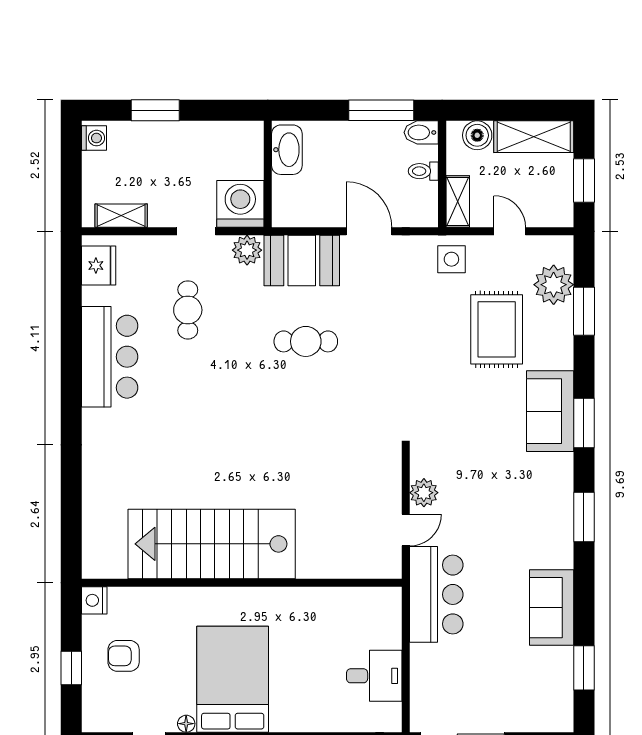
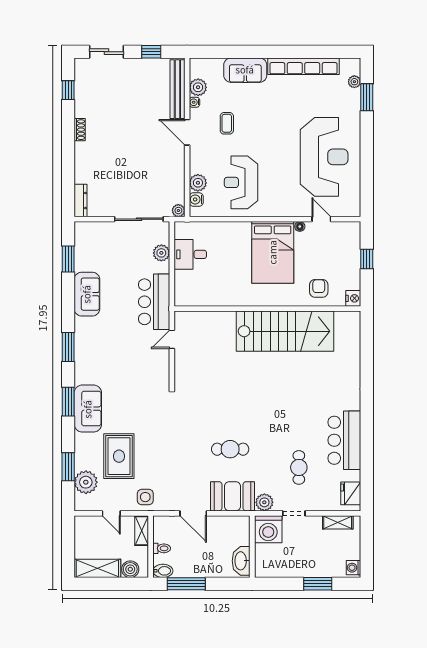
window: (584, 180) -> (68, 543), removed
plant: (424, 493) -> (161, 253), moved
armchair: (124, 656) -> (319, 288), moved, turned -90

